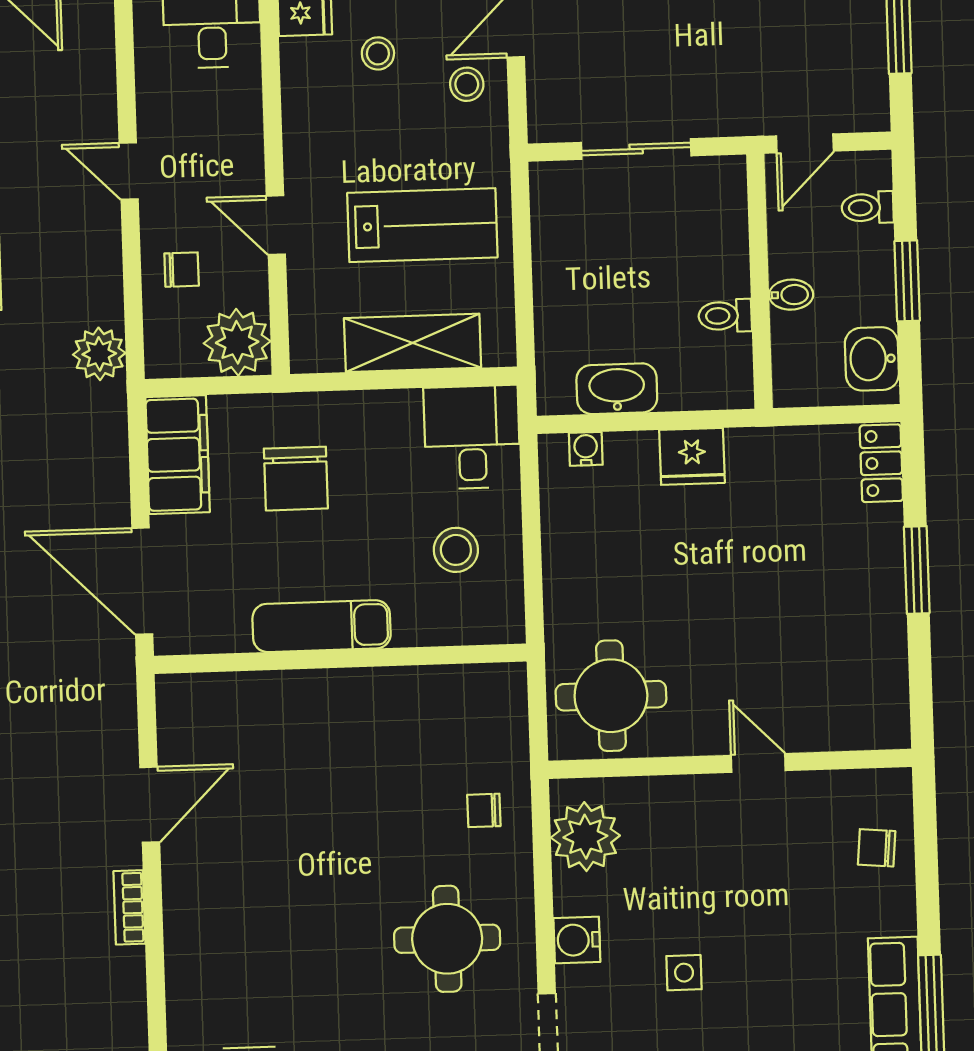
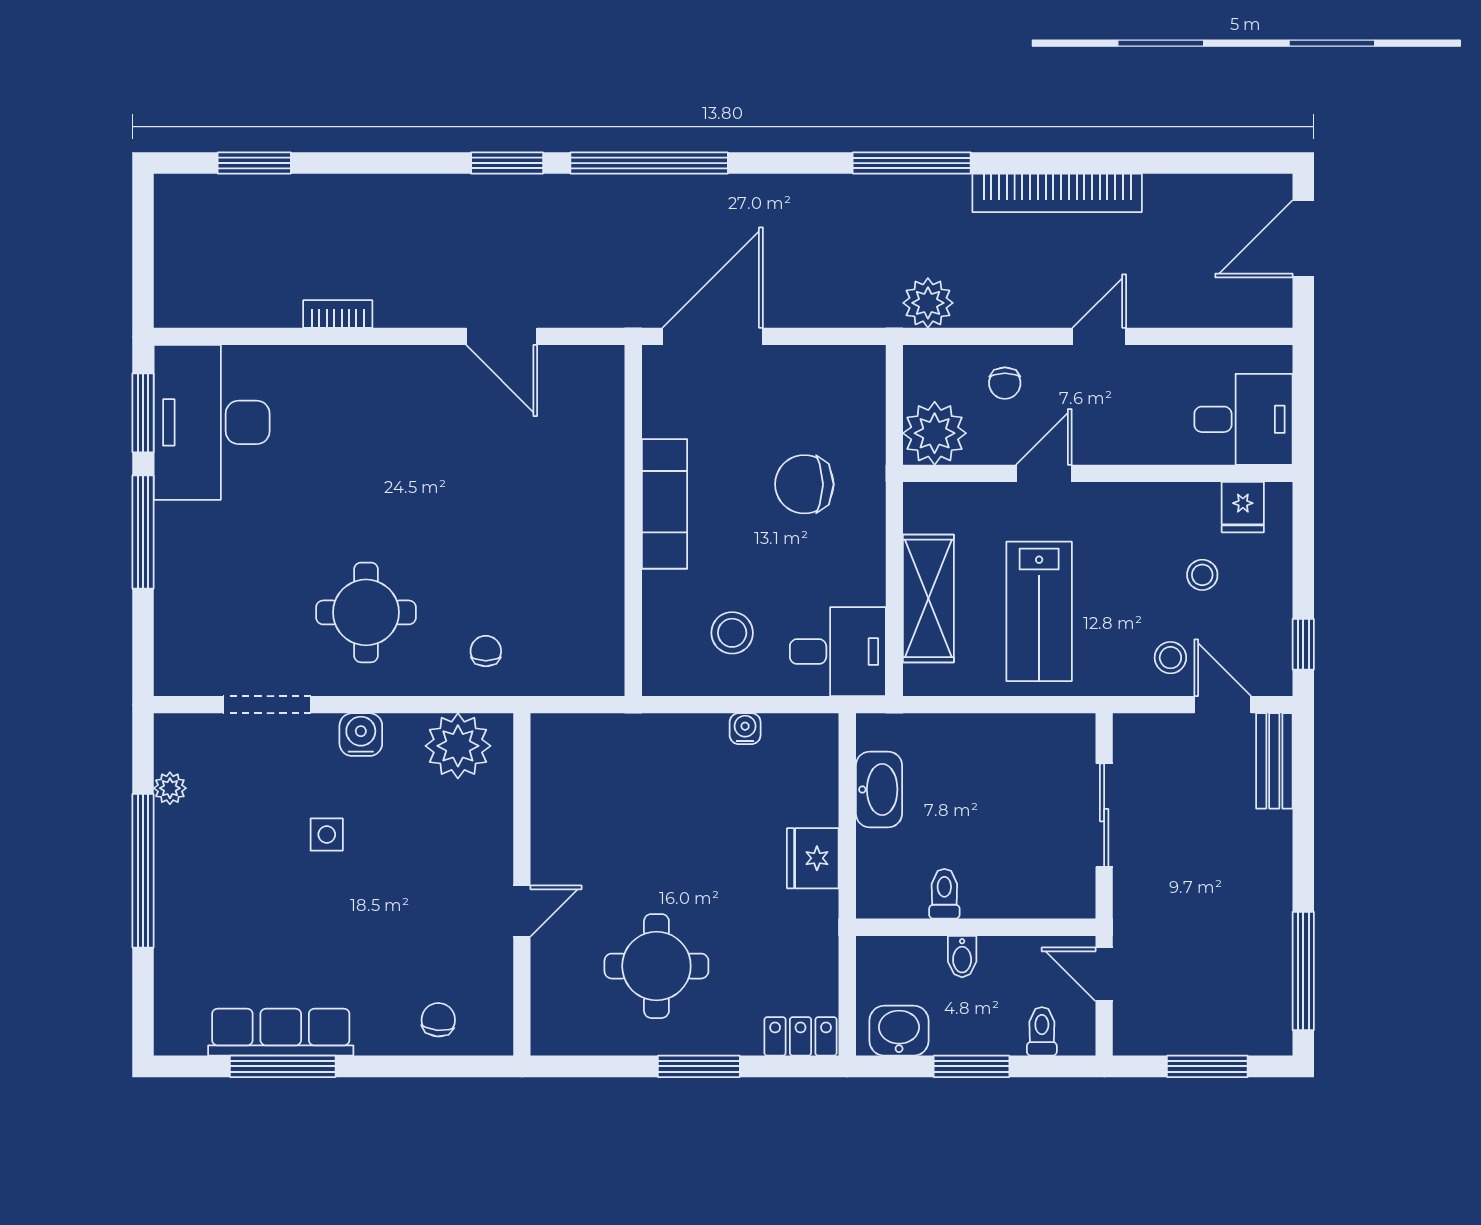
water cooler: (586, 449) -> (745, 729), moved, turned -90
filing cabinet: (178, 455) -> (831, 374), removed
round table: (611, 696) -> (656, 966), moved
bookcase: (129, 907) -> (338, 314), moved

